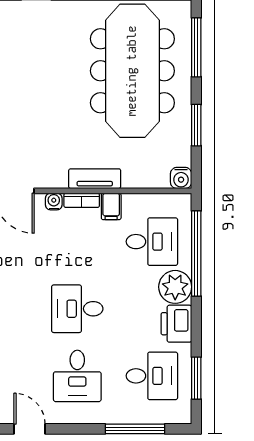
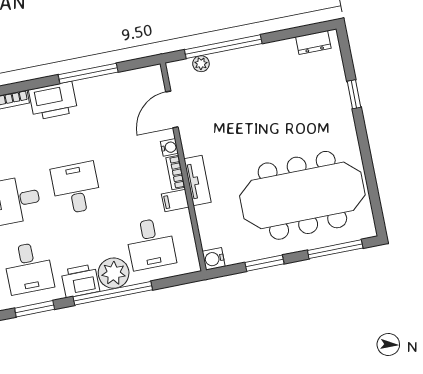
window: (196, 253) -> (113, 293), moved

